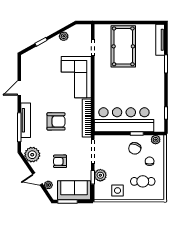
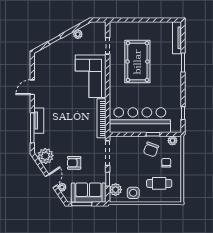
pool table: (123, 46) -> (137, 62), moved
tv unit: (26, 120) -> (39, 121), width x0.71
armchair: (56, 121) -> (70, 122), removed
plant: (100, 175) -> (116, 190), moved
door: (37, 179) -> (51, 181), swing flipped

